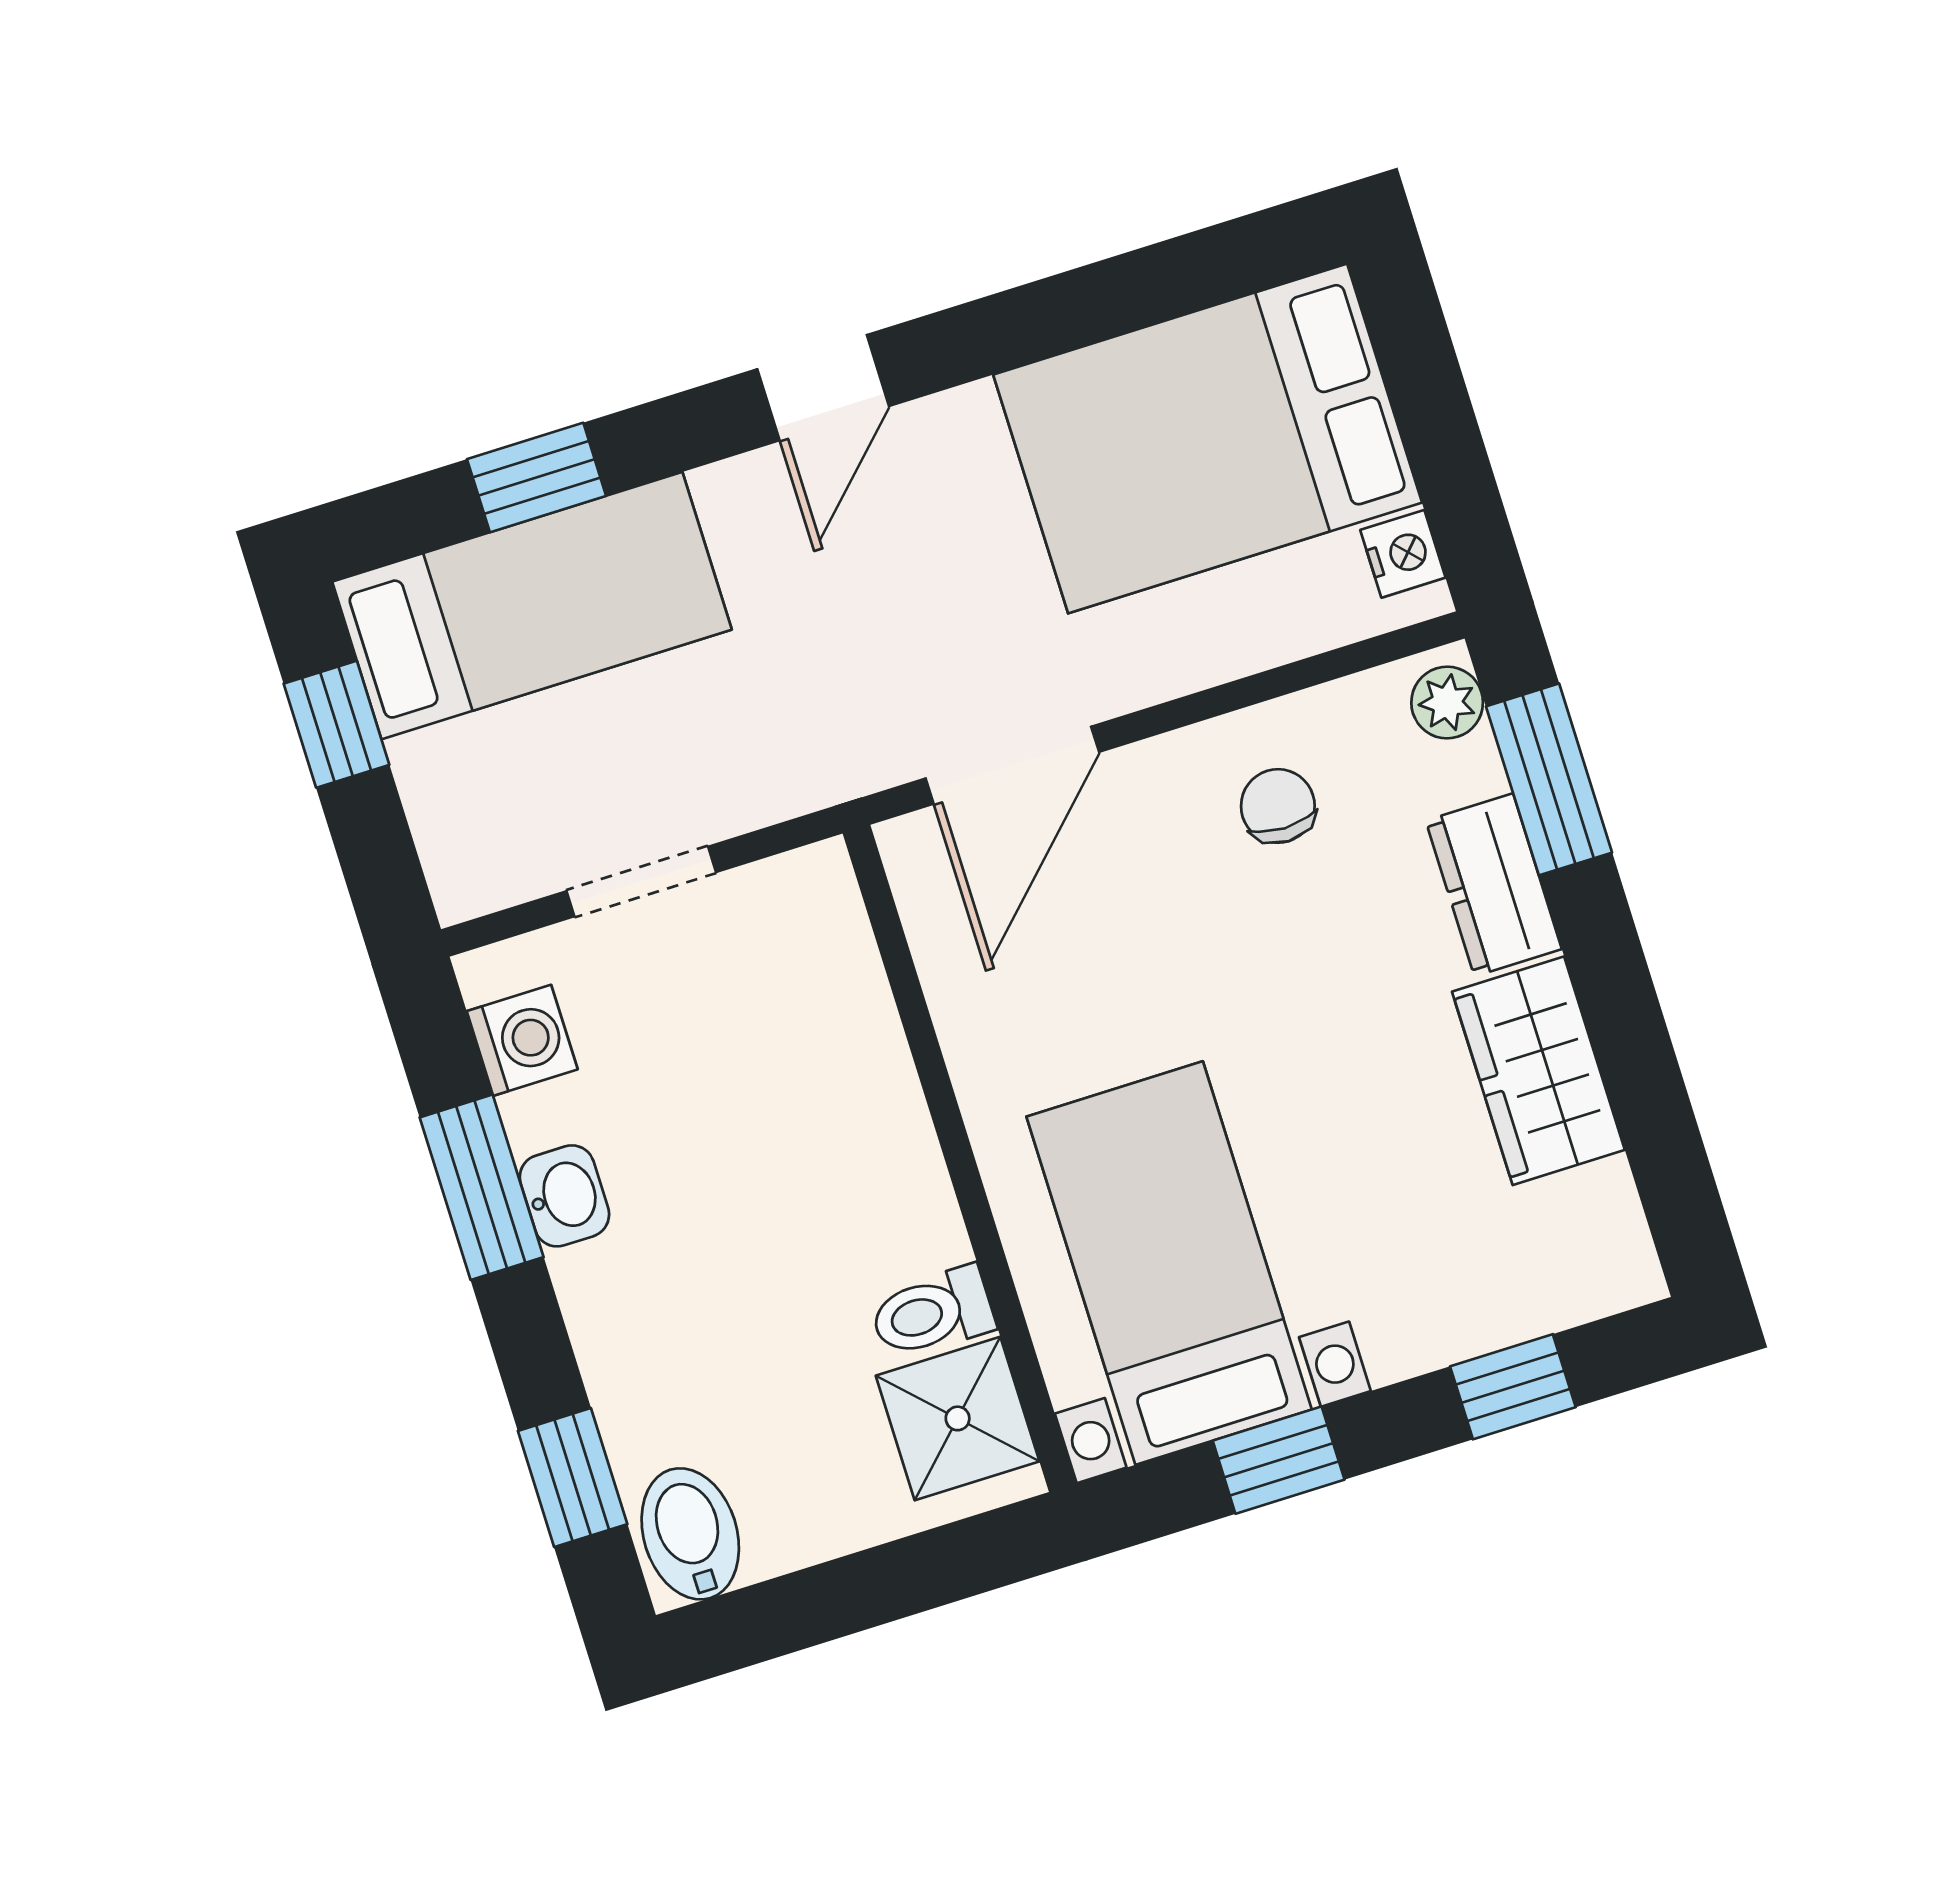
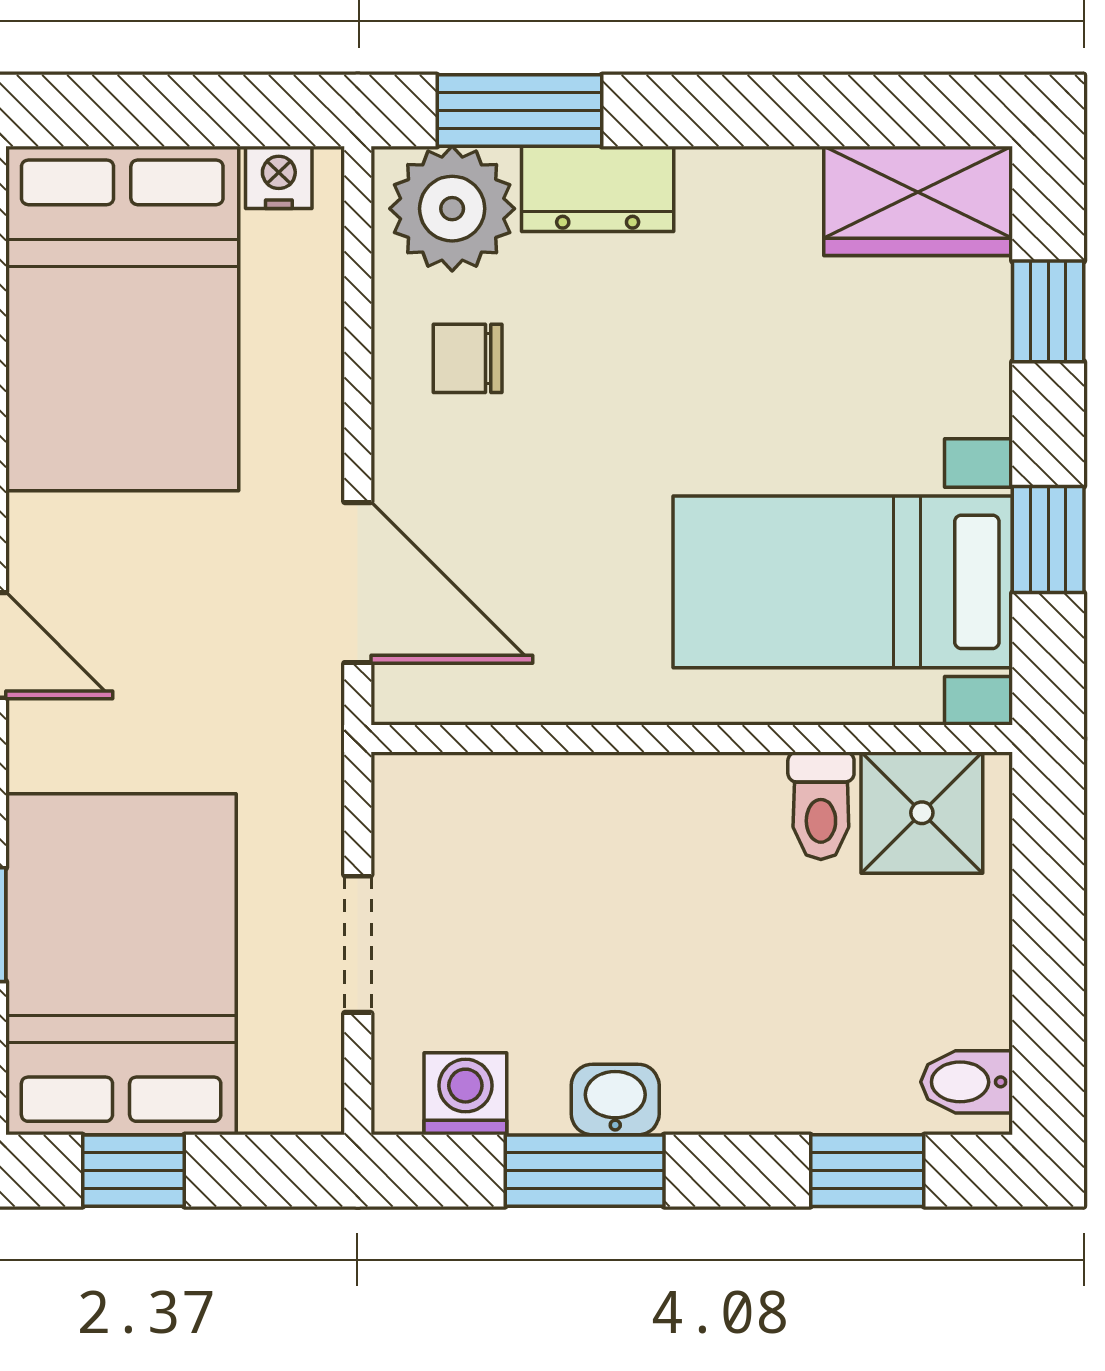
bed: (532, 606) -> (121, 964), width x1.50
plant: (1447, 703) -> (452, 209), width x1.88, depth x1.88
wardrobe: (1538, 1071) -> (918, 201), moved
bidet: (690, 1534) -> (967, 1082), width x0.72, depth x0.74

